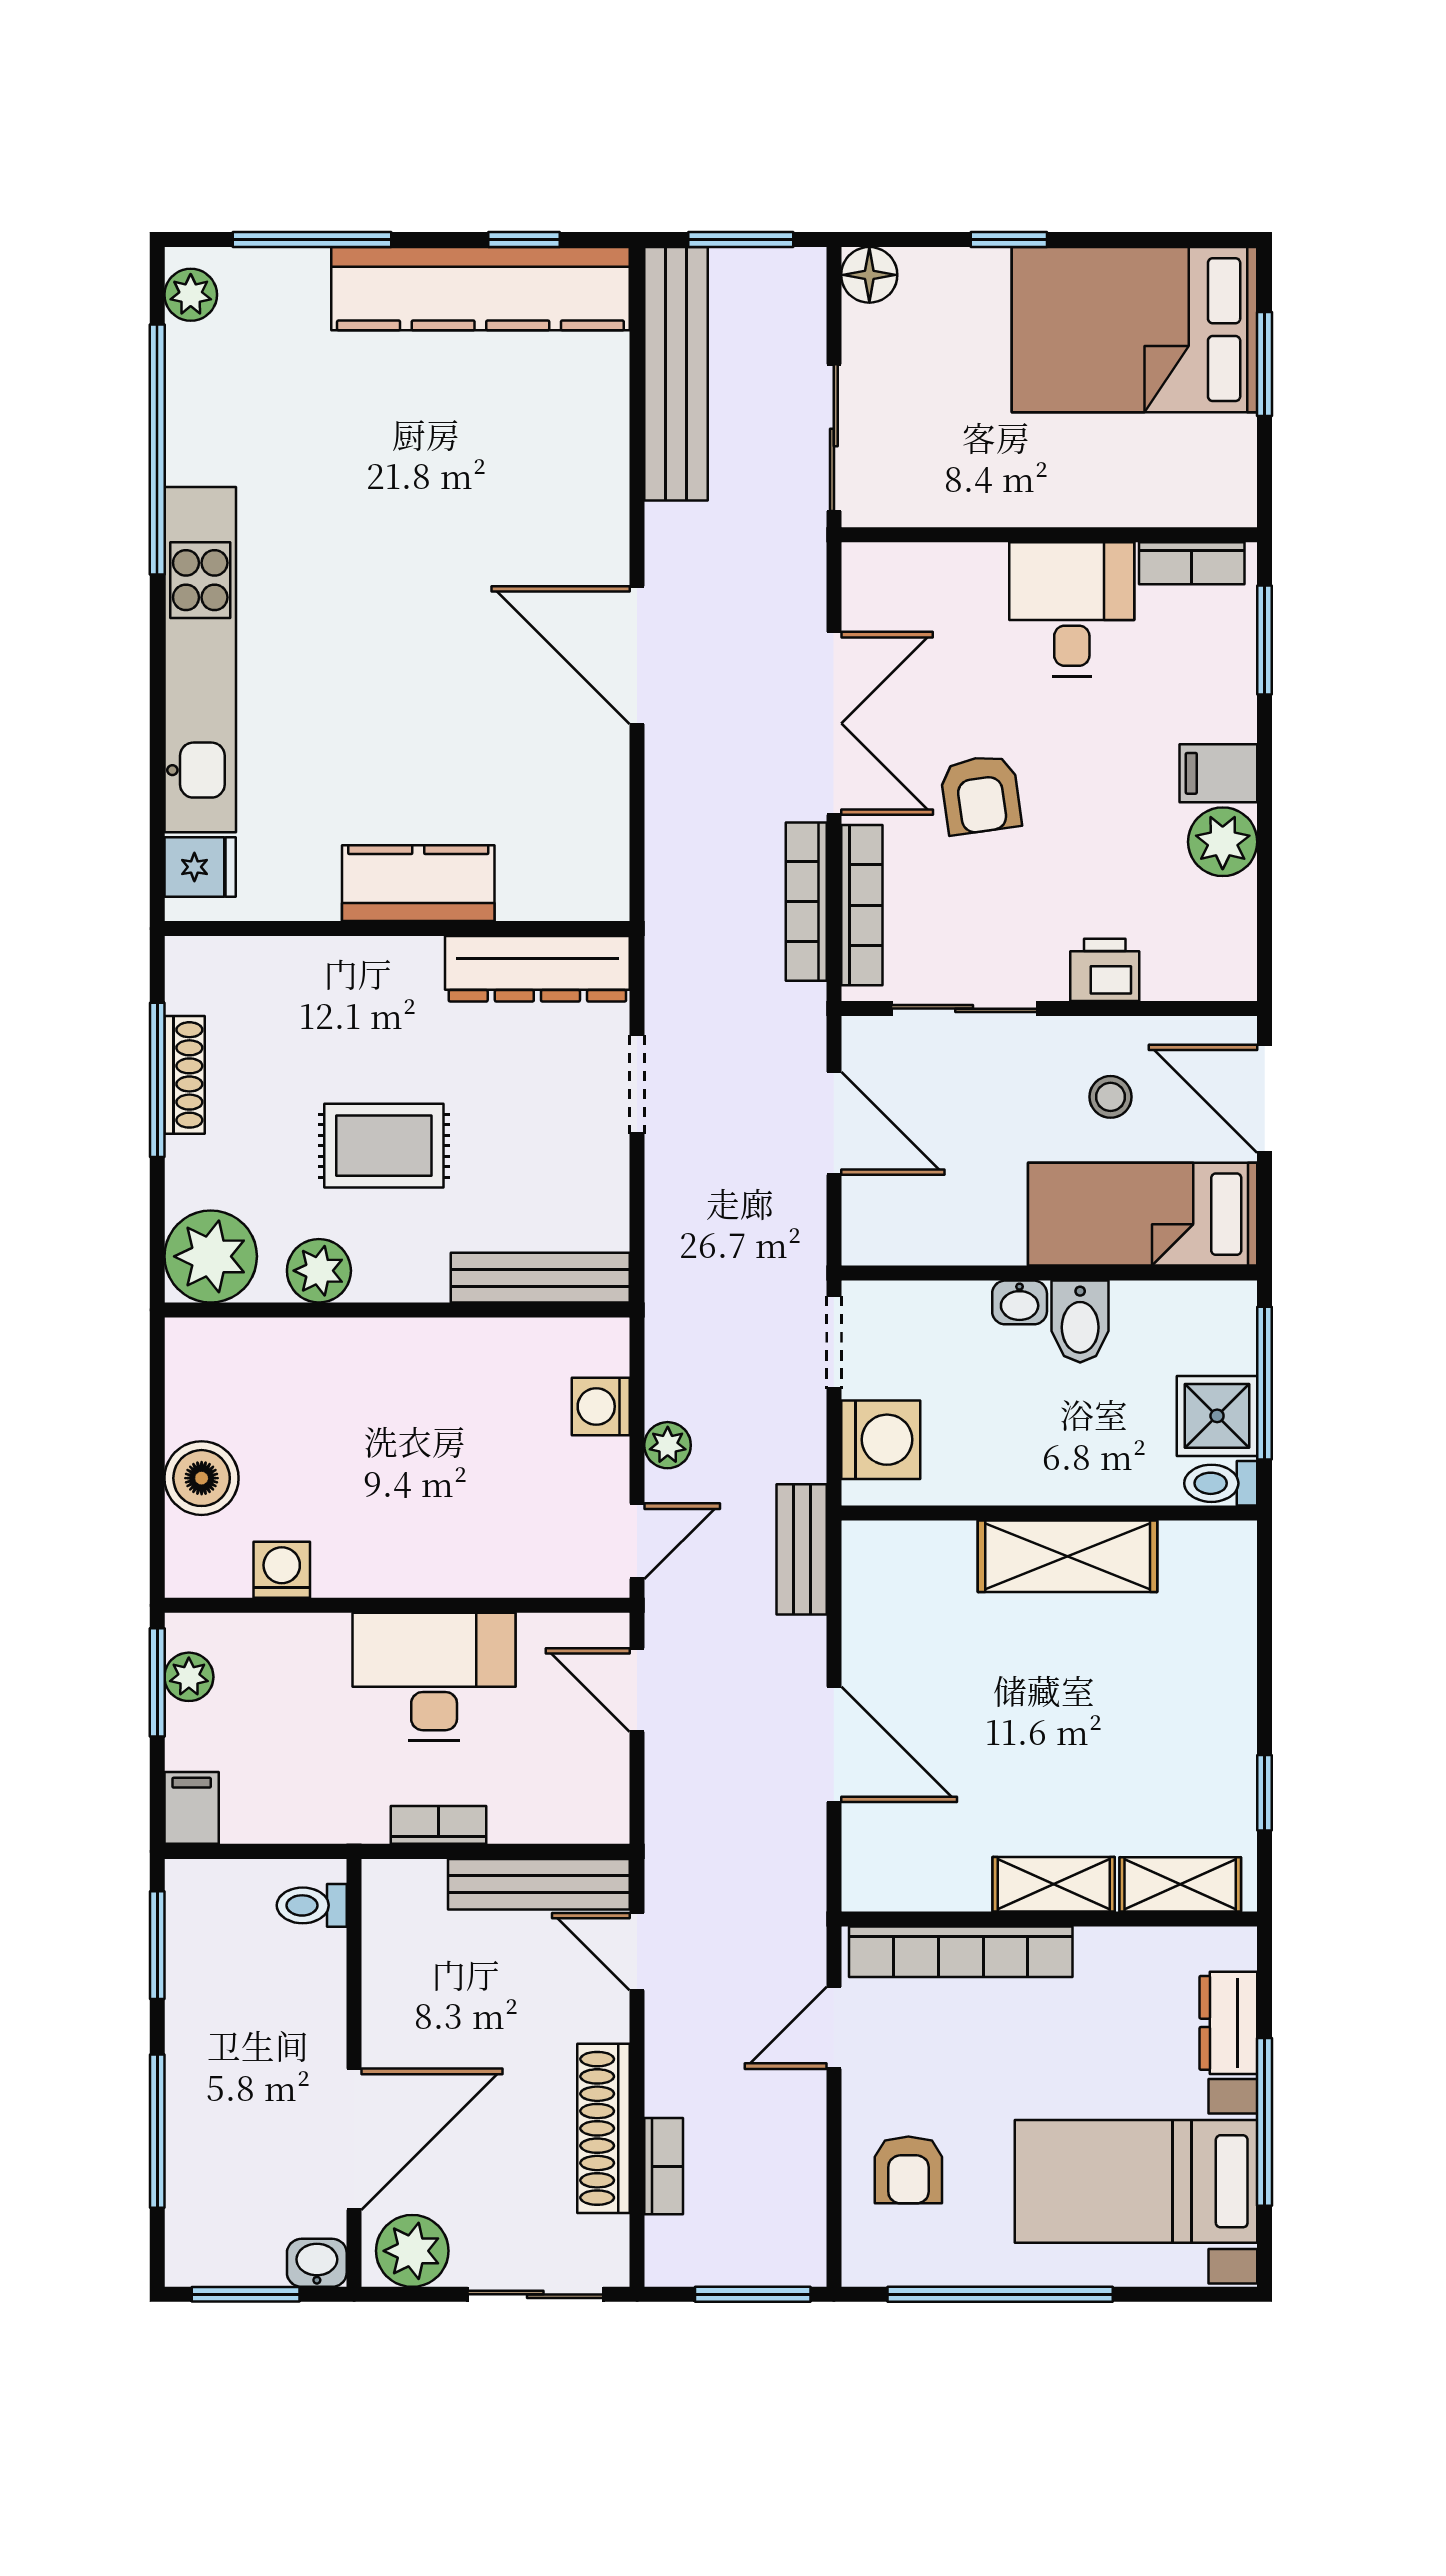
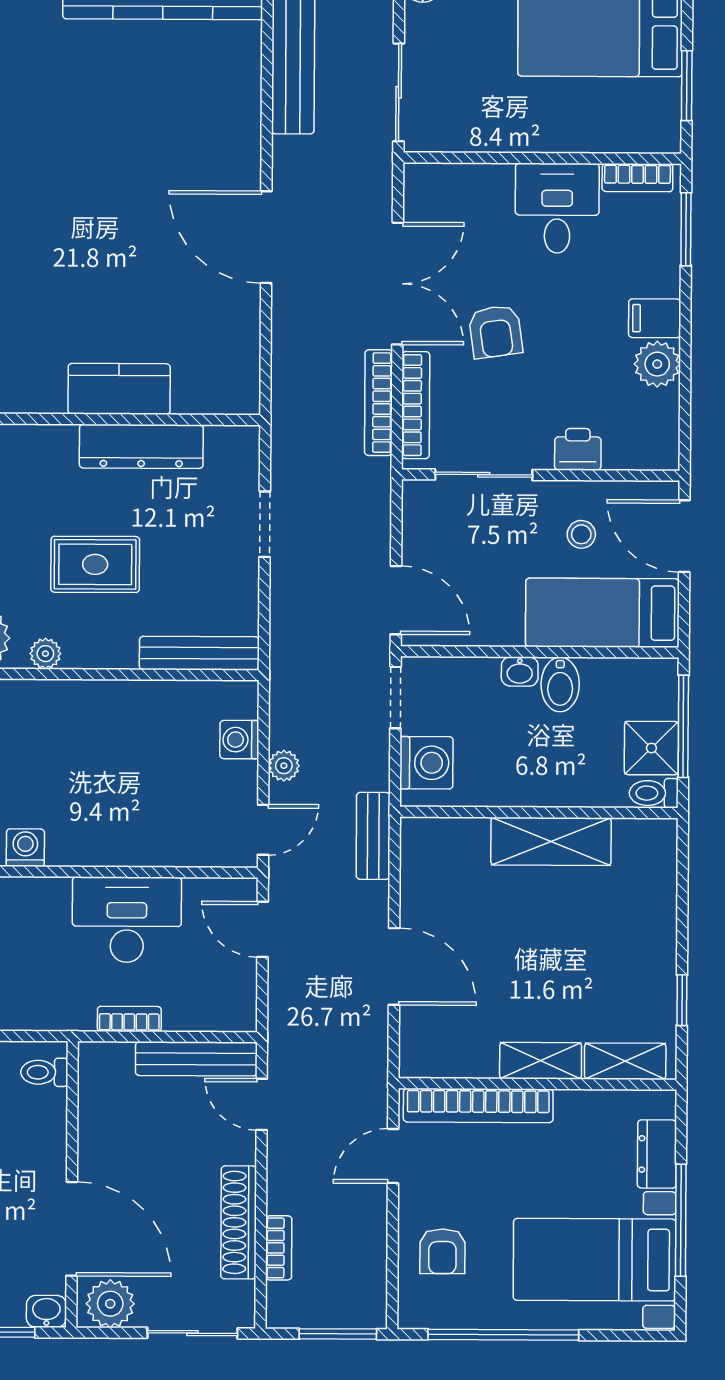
window: (1265, 364) -> (687, 86), moved
dresser: (537, 969) -> (141, 446), moved
door: (834, 1123) -> (396, 600), moved
plant: (319, 1271) -> (45, 654), width x0.73, depth x0.73
door: (354, 2139) -> (72, 1229), hinge flipped

